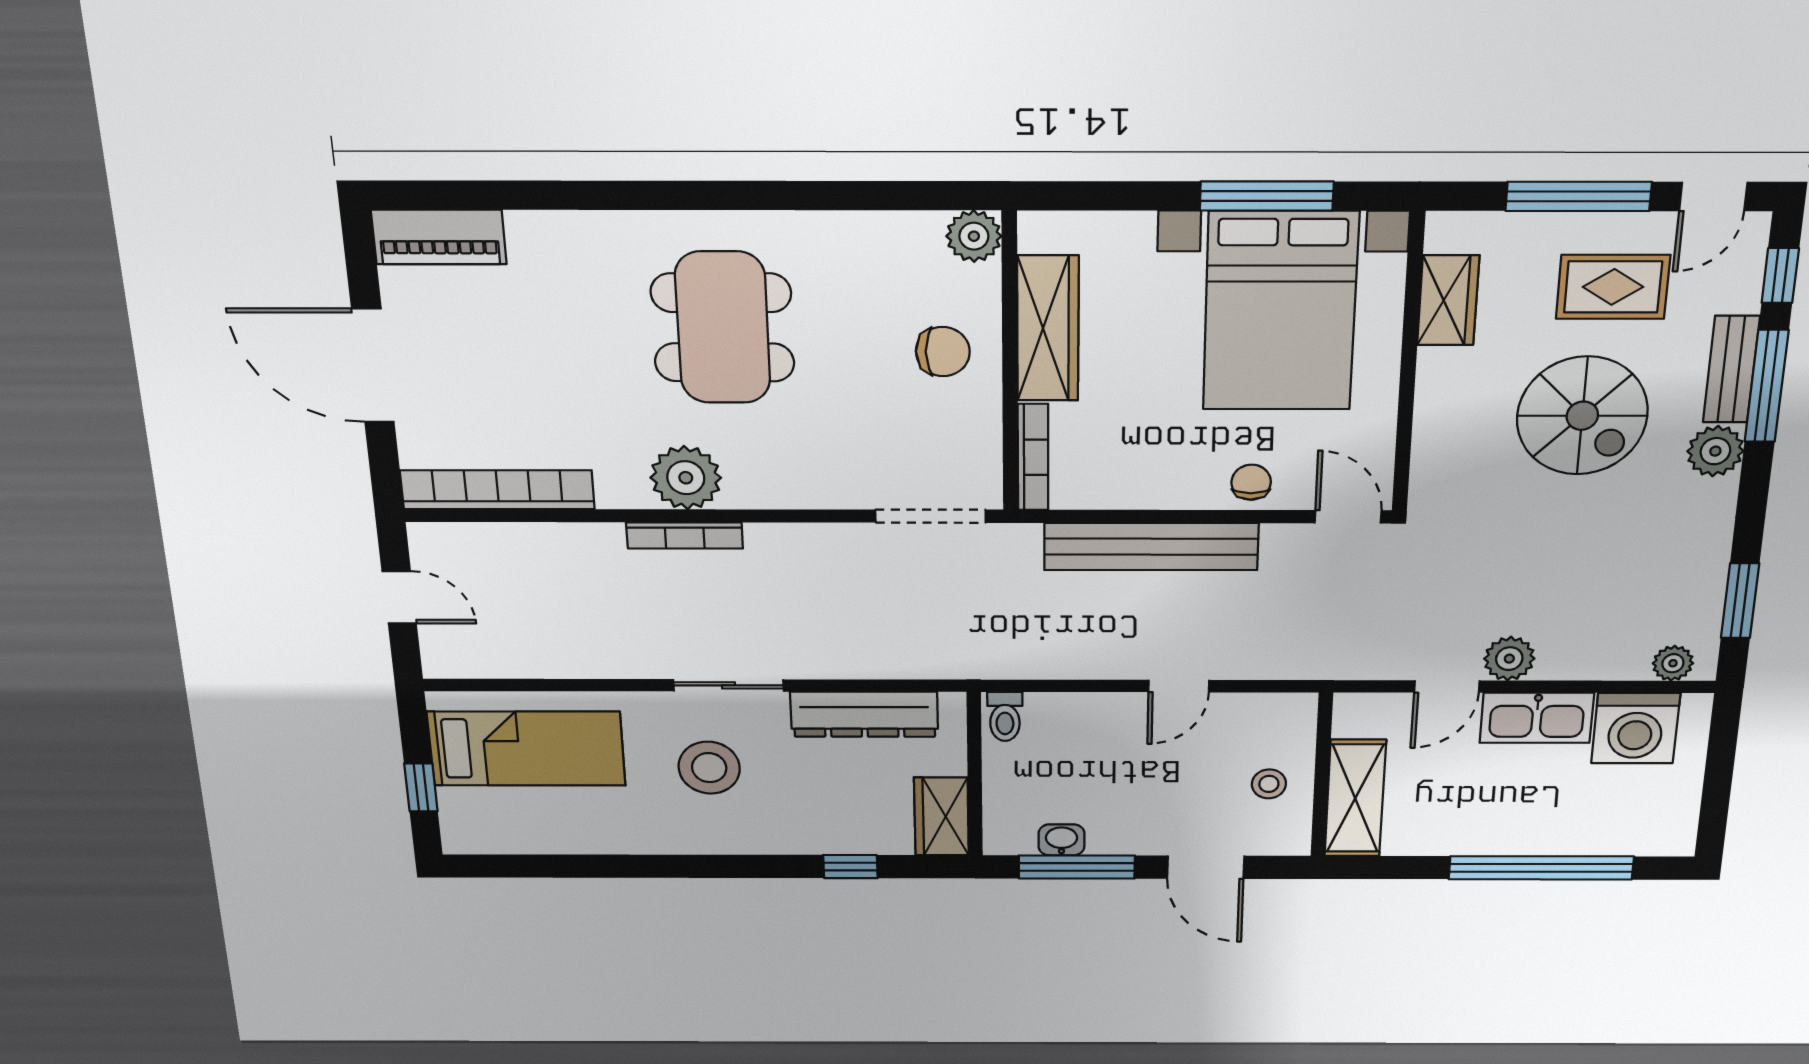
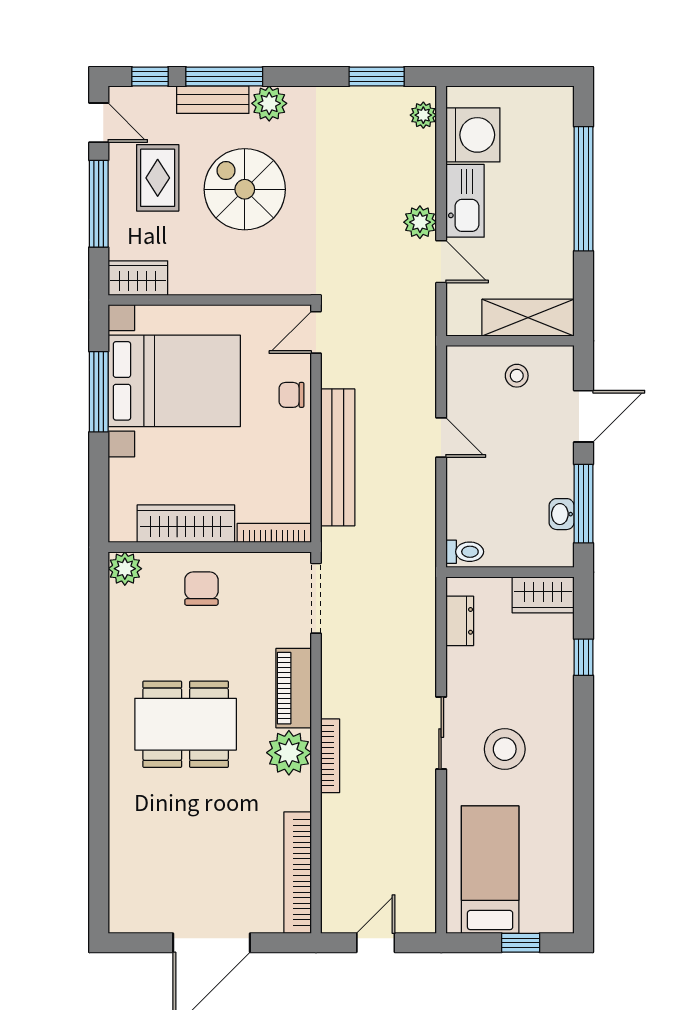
piano: (439, 237) -> (294, 688), moved, turned 180
wardrobe: (1448, 300) -> (138, 278), moved
spiral stairs: (1582, 416) -> (245, 189), turned -90
dresser: (864, 714) -> (460, 621), width x0.51, depth x0.80

